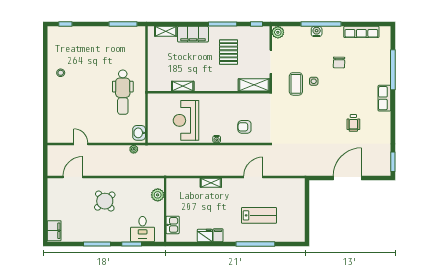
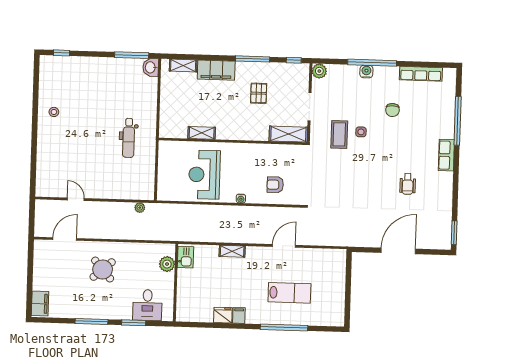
pallet: (229, 52) -> (259, 93), width x0.67, depth x0.71
dental chair: (123, 92) -> (129, 138), width x0.73, depth x0.72
washbasin: (139, 133) -> (151, 67), moved
kitchen sink: (173, 225) -> (186, 257), moved

